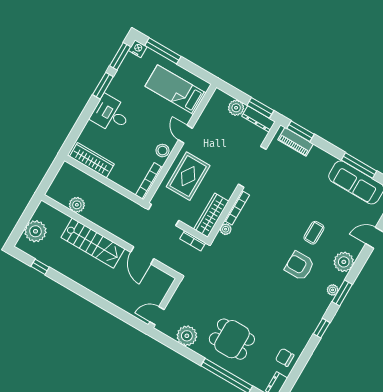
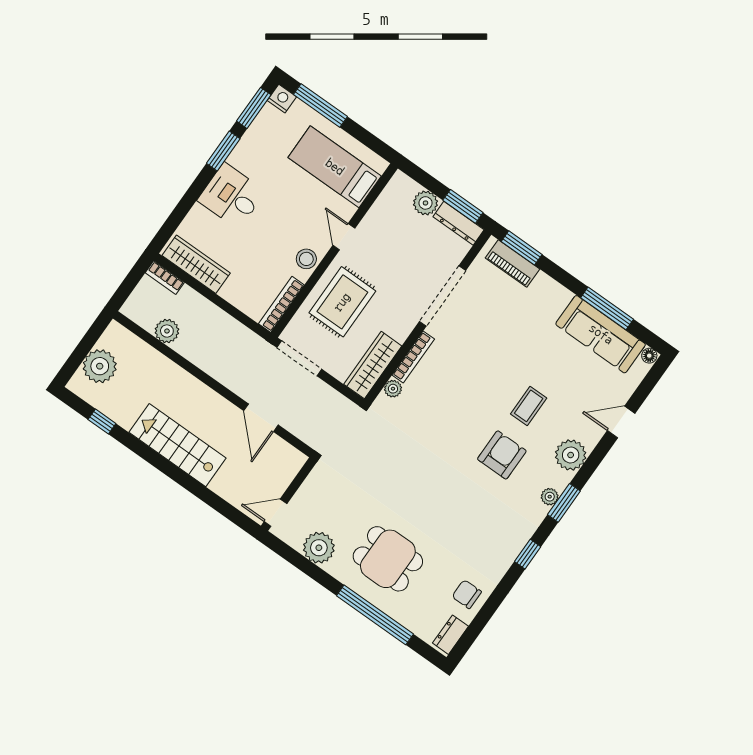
bookcase: (193, 241) -> (165, 278), moved
stairs: (93, 243) -> (177, 445), moved, turned 180
armchair: (299, 266) -> (502, 455), turned 90

